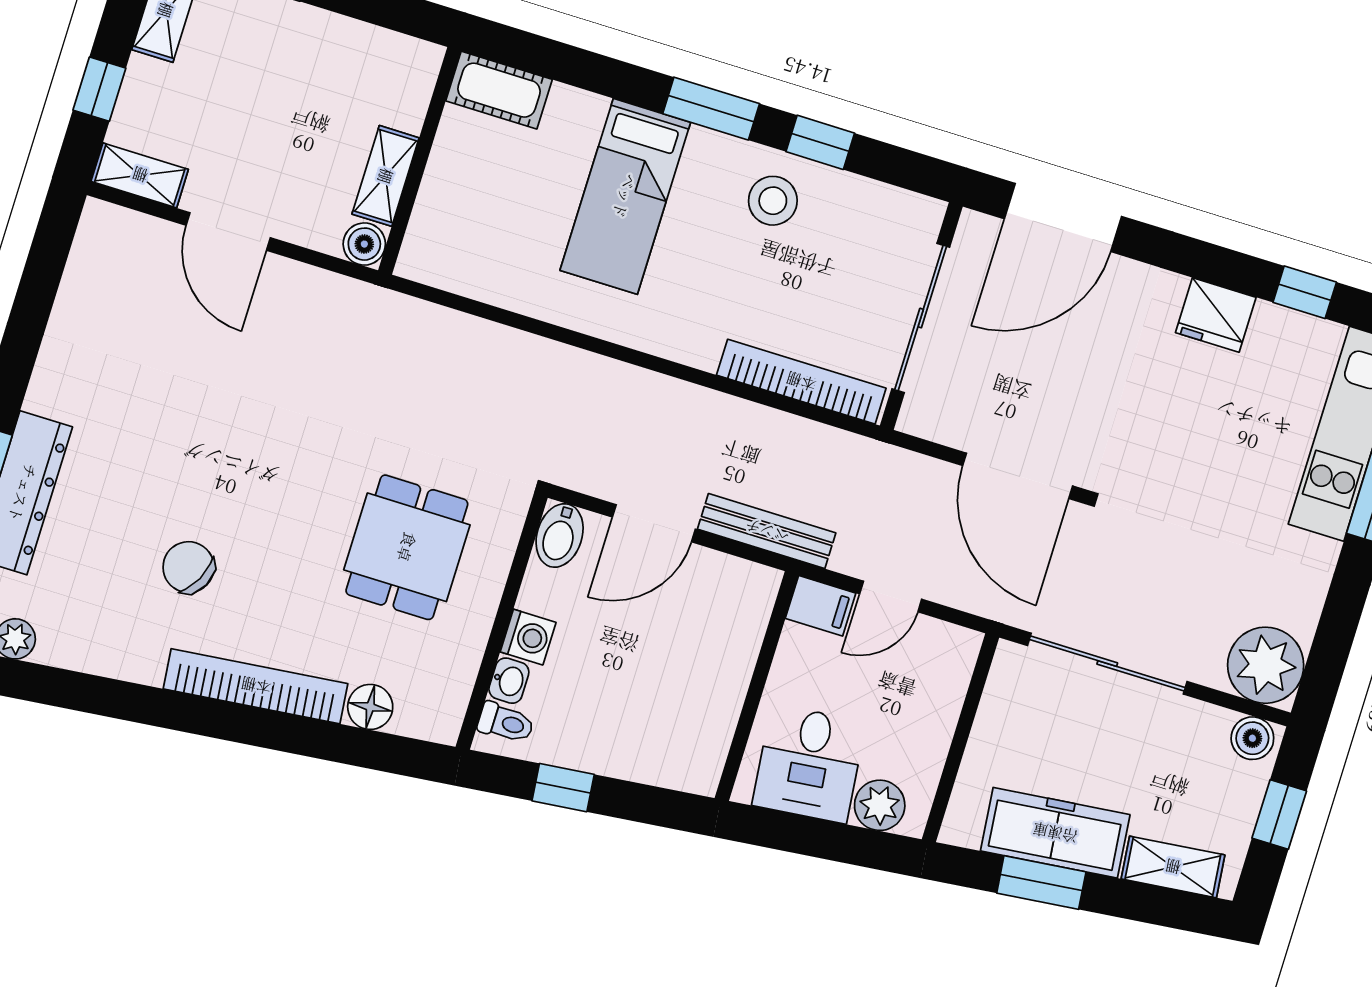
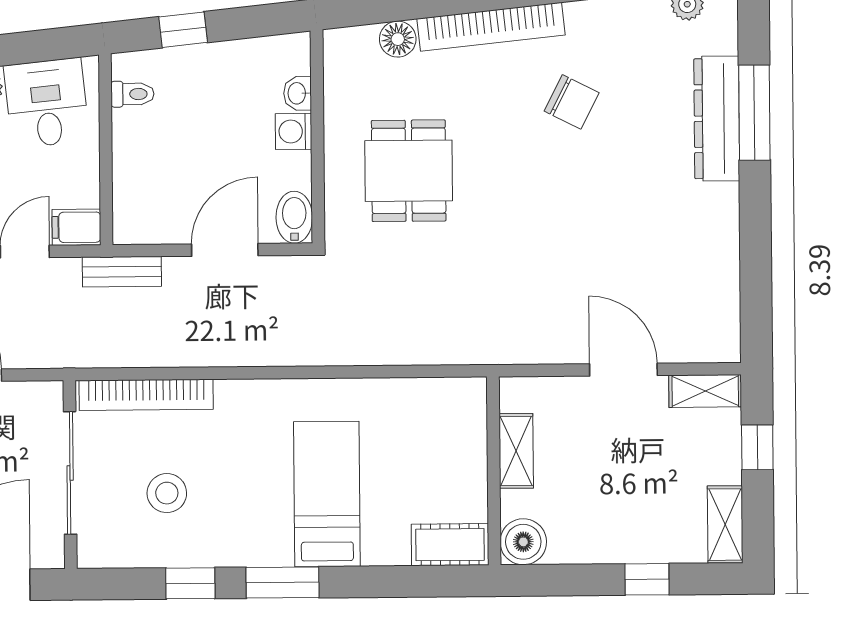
stool: (773, 201) -> (167, 493), moved
boiler: (364, 244) -> (523, 542), moved, width x1.36, depth x1.36
bench: (767, 531) -> (122, 272), width x0.73
toilet: (506, 723) -> (132, 94), moved, turned 180
window: (563, 788) -> (183, 30), moved

